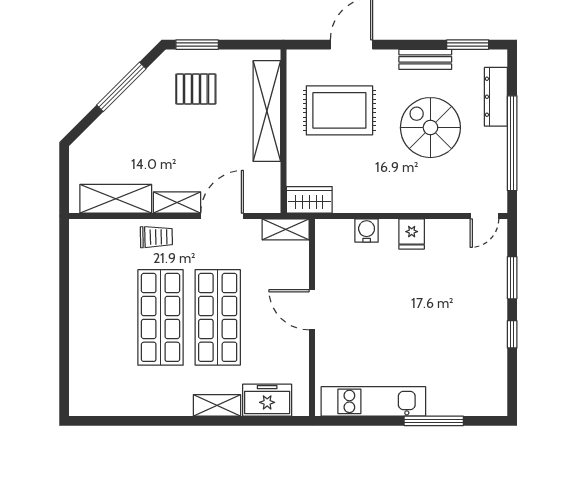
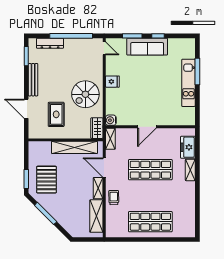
bench: (425, 59) -> (33, 80), width x1.36
pallet: (196, 89) -> (46, 180), width x1.50, depth x1.42
rug: (339, 110) -> (56, 114), width x0.73, depth x0.70
shelving: (267, 111) -> (74, 147), moved
spiral stairs: (430, 128) -> (85, 94), moved
water cooler: (367, 231) -> (111, 120), moved
sofa: (488, 310) -> (147, 47), added
shop shelf: (161, 317) -> (150, 222), moved
kitchen unit: (373, 401) -> (188, 83), moved

